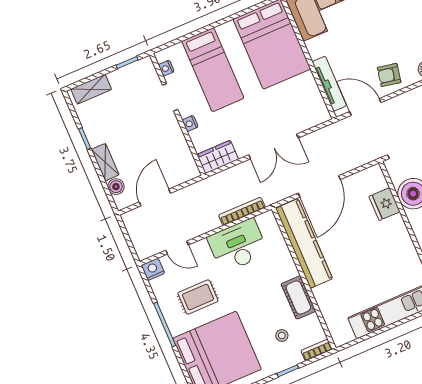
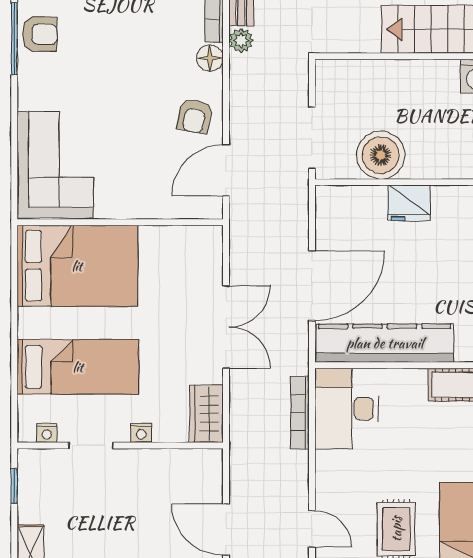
tv unit: (329, 84) -> (170, 208), removed
door: (319, 186) -> (312, 286), hinge flipped
fridge: (384, 204) -> (409, 203), moved
desk: (238, 246) -> (347, 409), moved
door: (177, 248) -> (312, 529), hinge flipped

